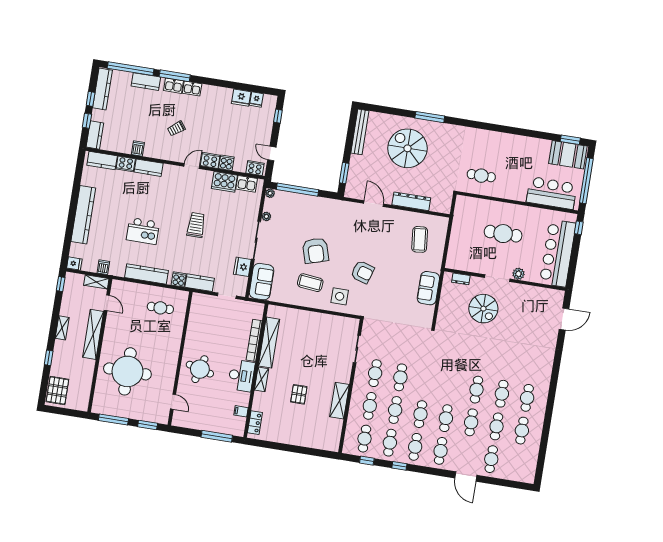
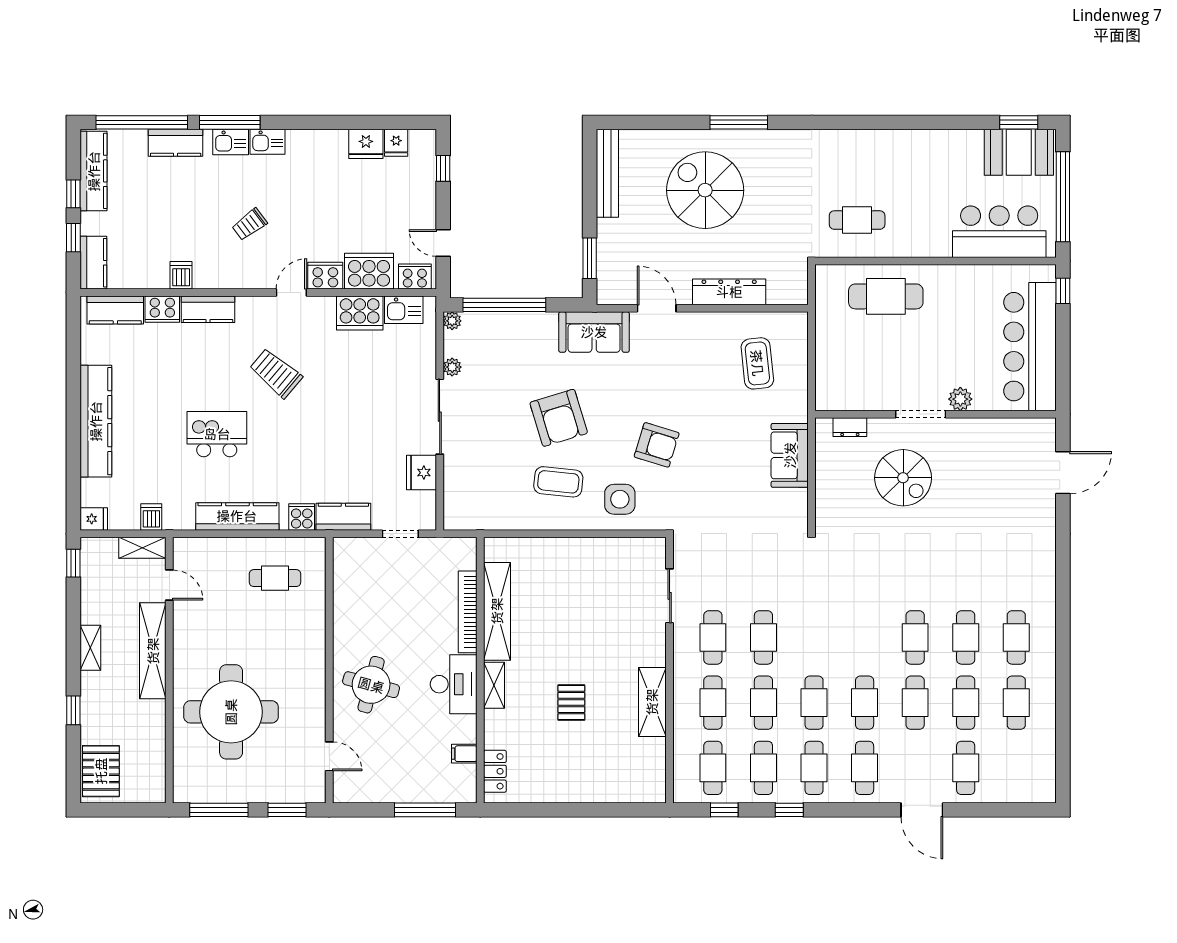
cooker: (226, 163) -> (369, 271), width x1.87, depth x1.31
trolley: (196, 225) -> (276, 373), moved, turned -50
kitchen island: (143, 231) -> (217, 434), turned 180
cafe table: (503, 234) -> (886, 296), moved
sofa: (262, 282) -> (594, 332), moved, turned 90

